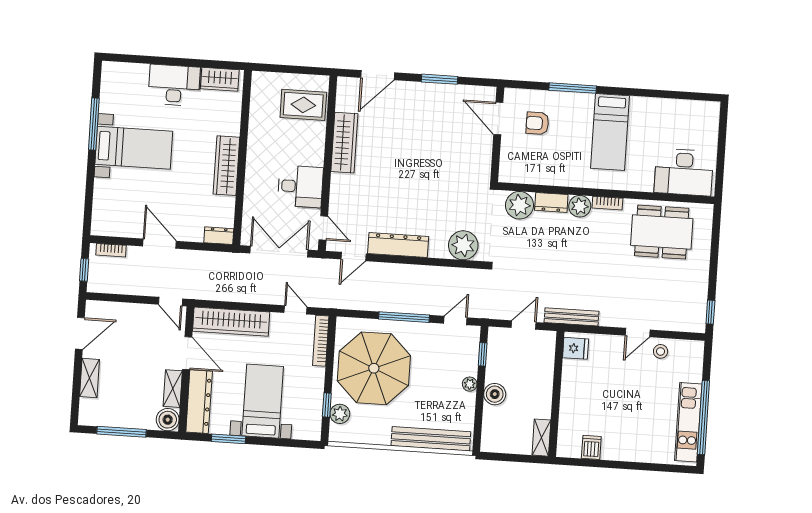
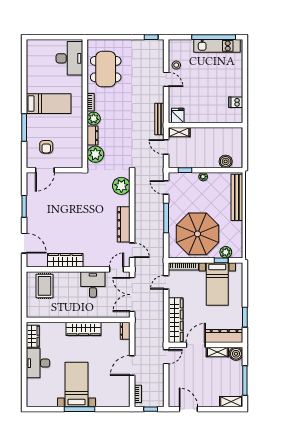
window: (94, 124) -> (80, 409), moved
shelving: (89, 378) -> (231, 402), moved
boiler: (495, 394) -> (226, 161), moved
bed with nightstands: (263, 401) -> (217, 284), moved, turned -90
shelving: (541, 438) -> (179, 132), moved

